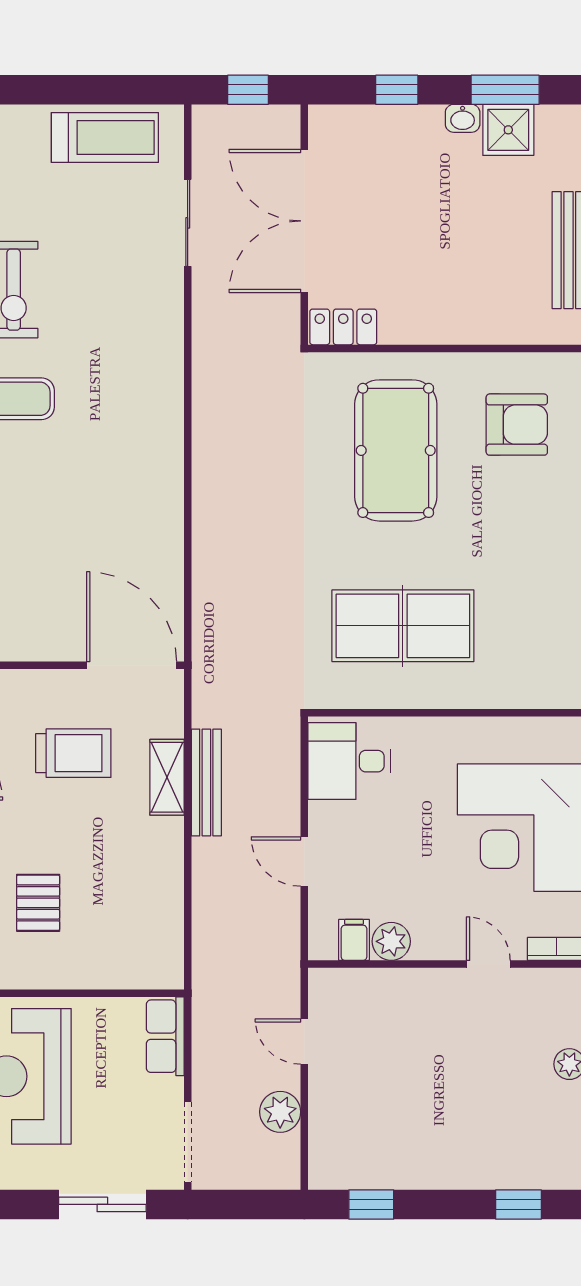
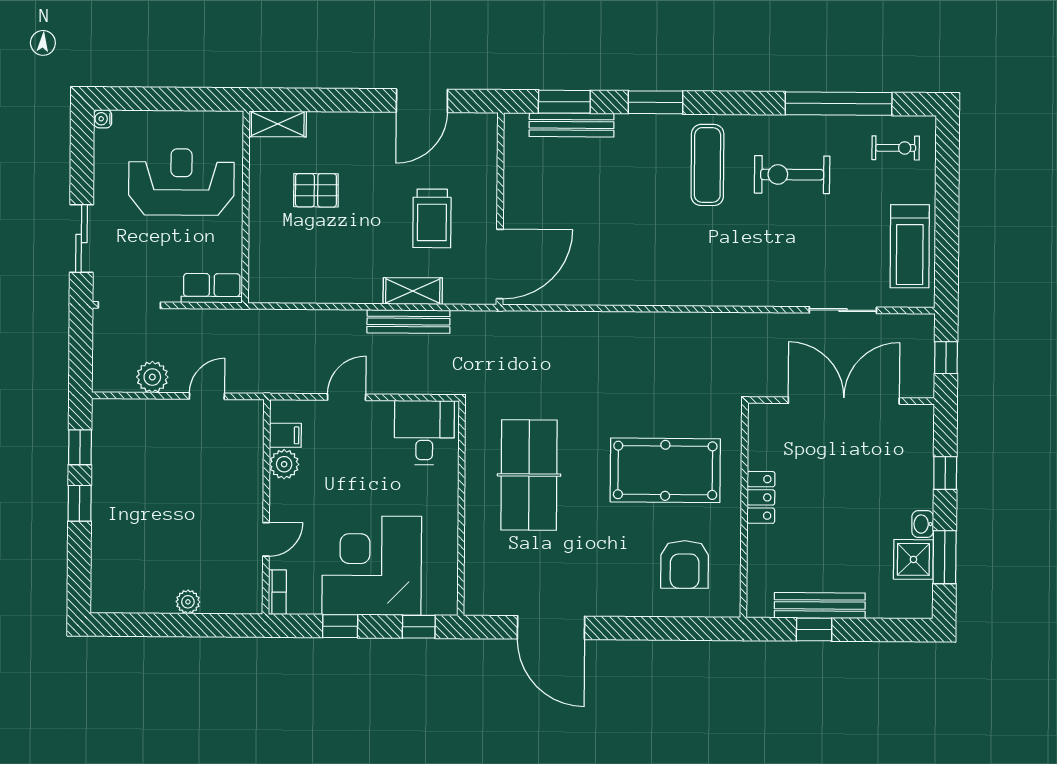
locker: (343, 327) -> (761, 497), moved
window: (518, 1204) -> (80, 503), moved

